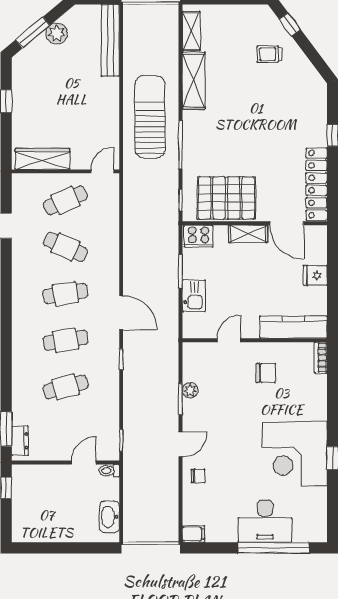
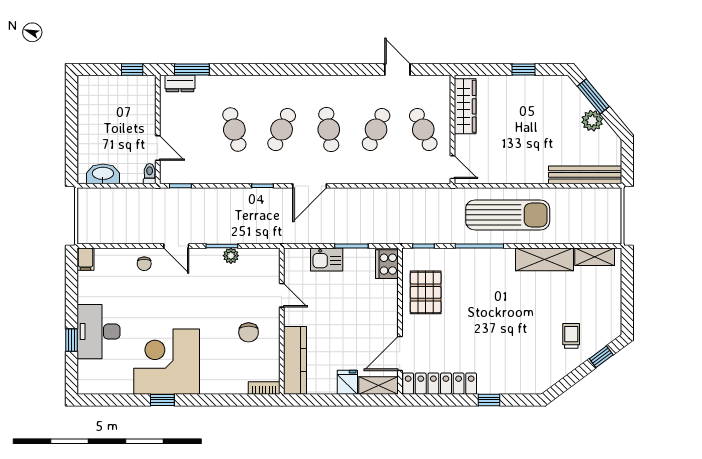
pallet: (226, 198) -> (426, 292), width x0.73, depth x0.71
shelving: (248, 234) -> (379, 385), moved, turned 90
cafe table: (65, 340) -> (282, 130), turned 33
window: (274, 548) -> (71, 340), width x0.32

